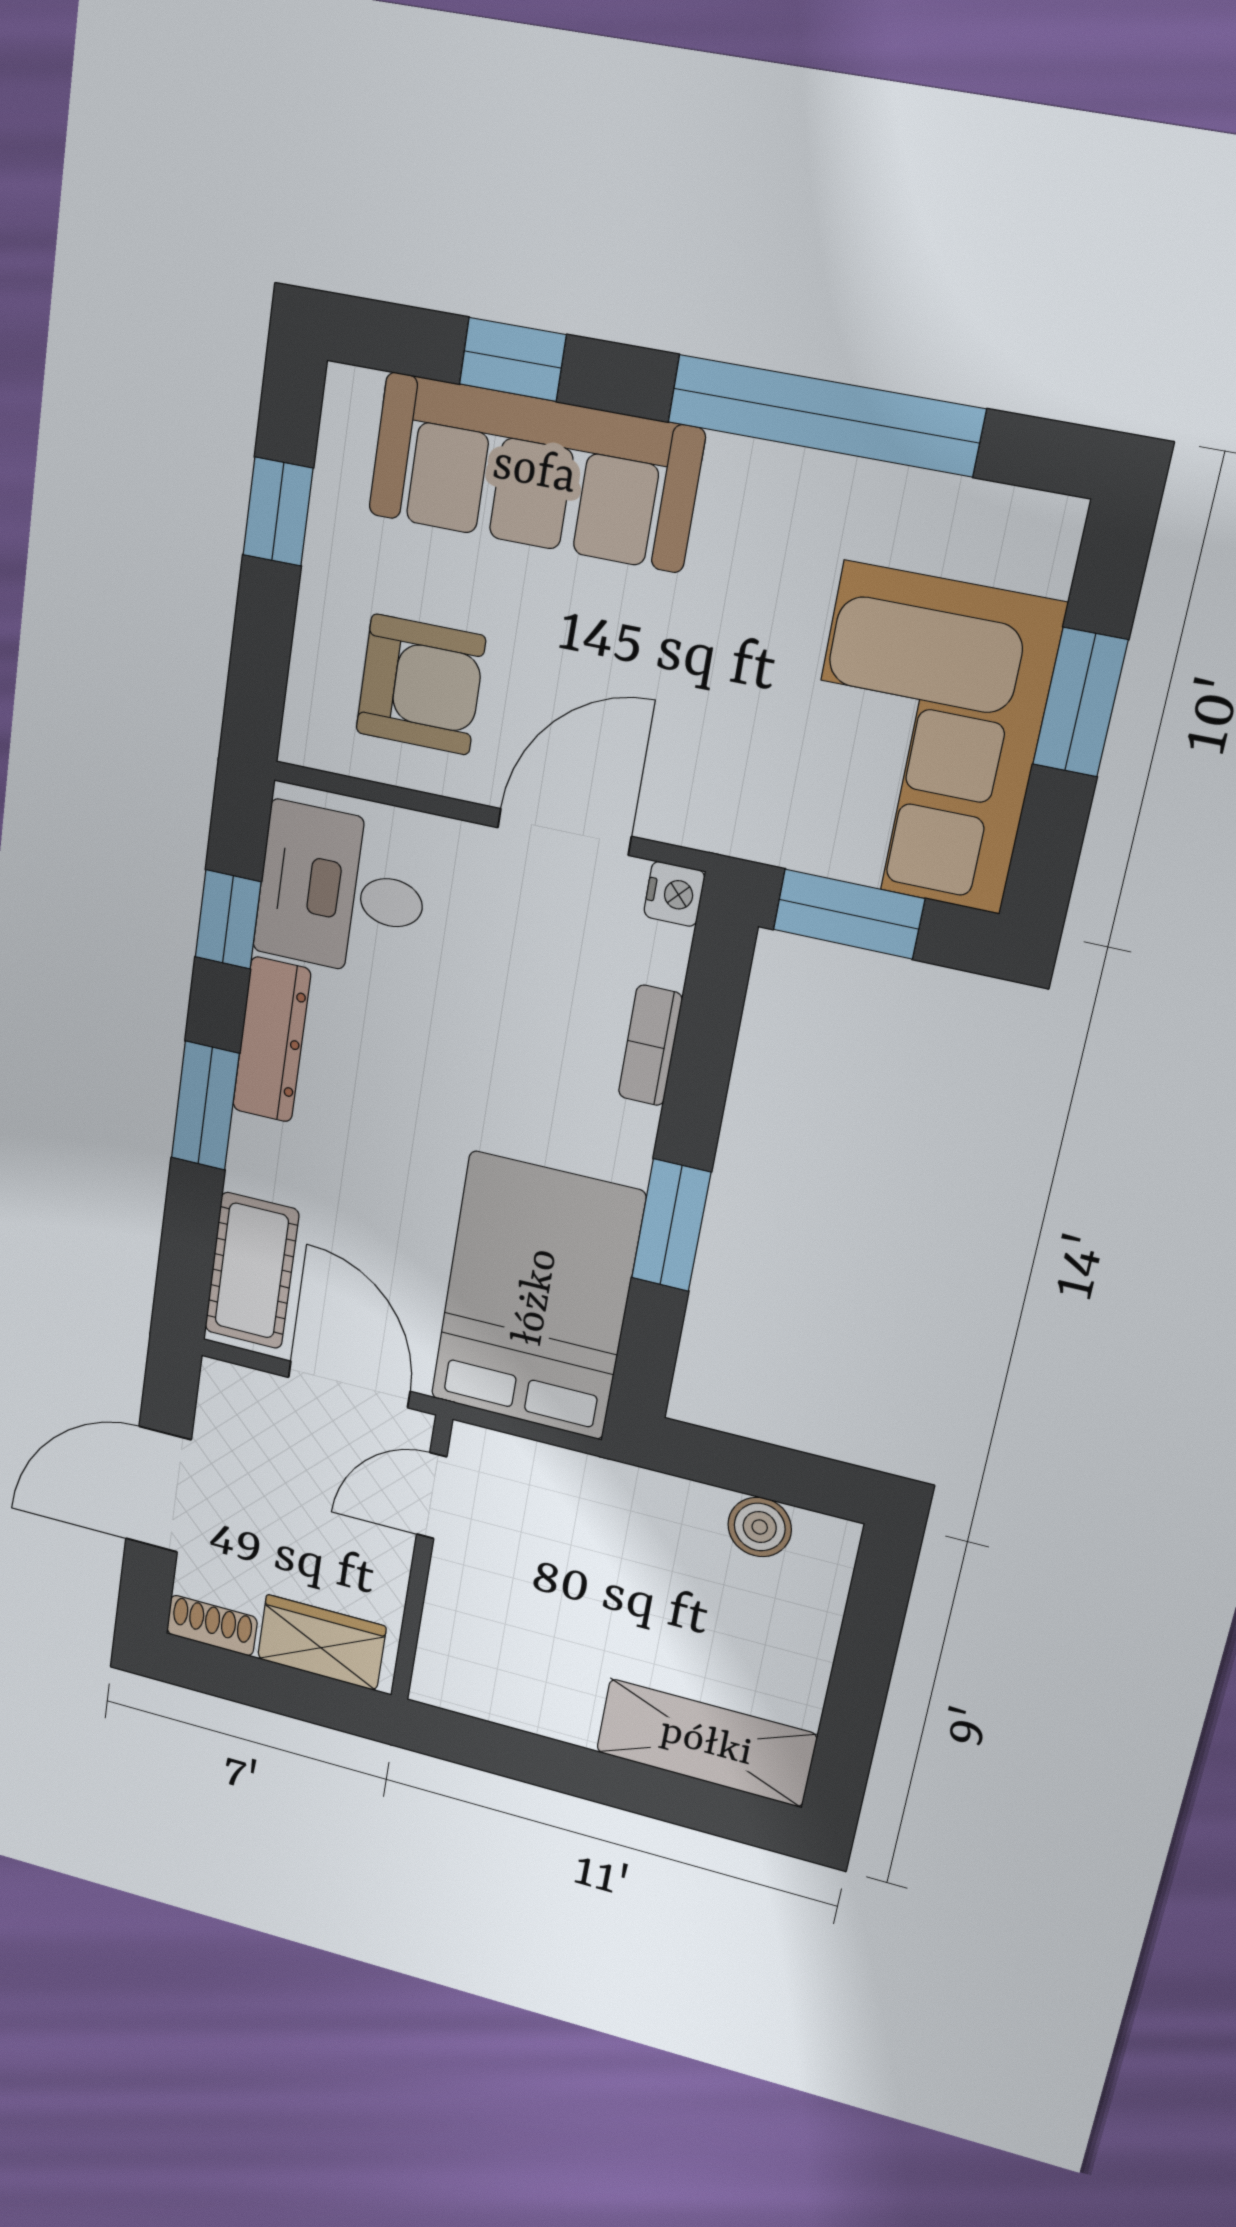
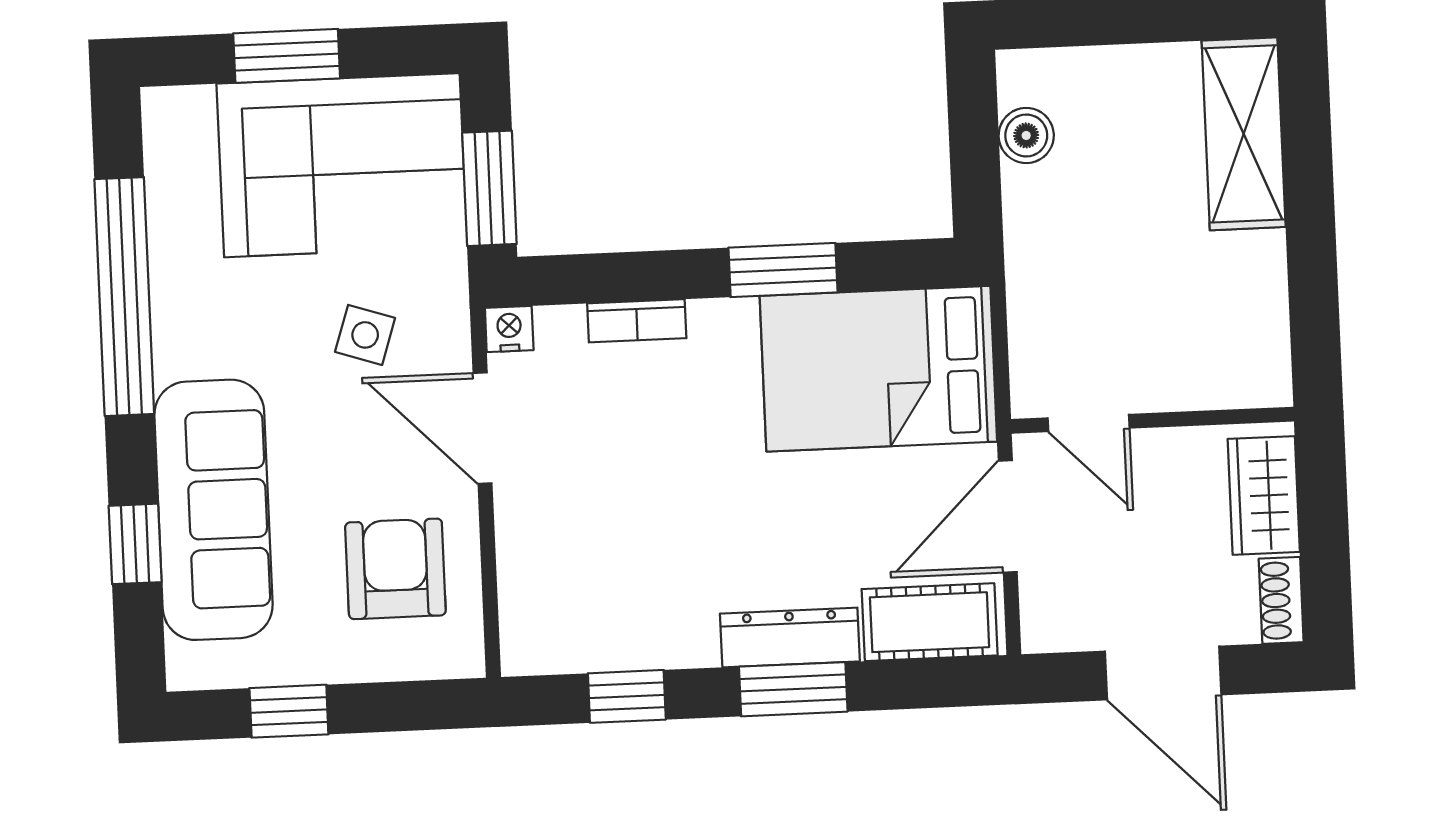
side table: (706, 717) -> (365, 335), added
desk: (342, 892) -> (578, 603), removed
dresser: (272, 1040) -> (790, 638), moved

